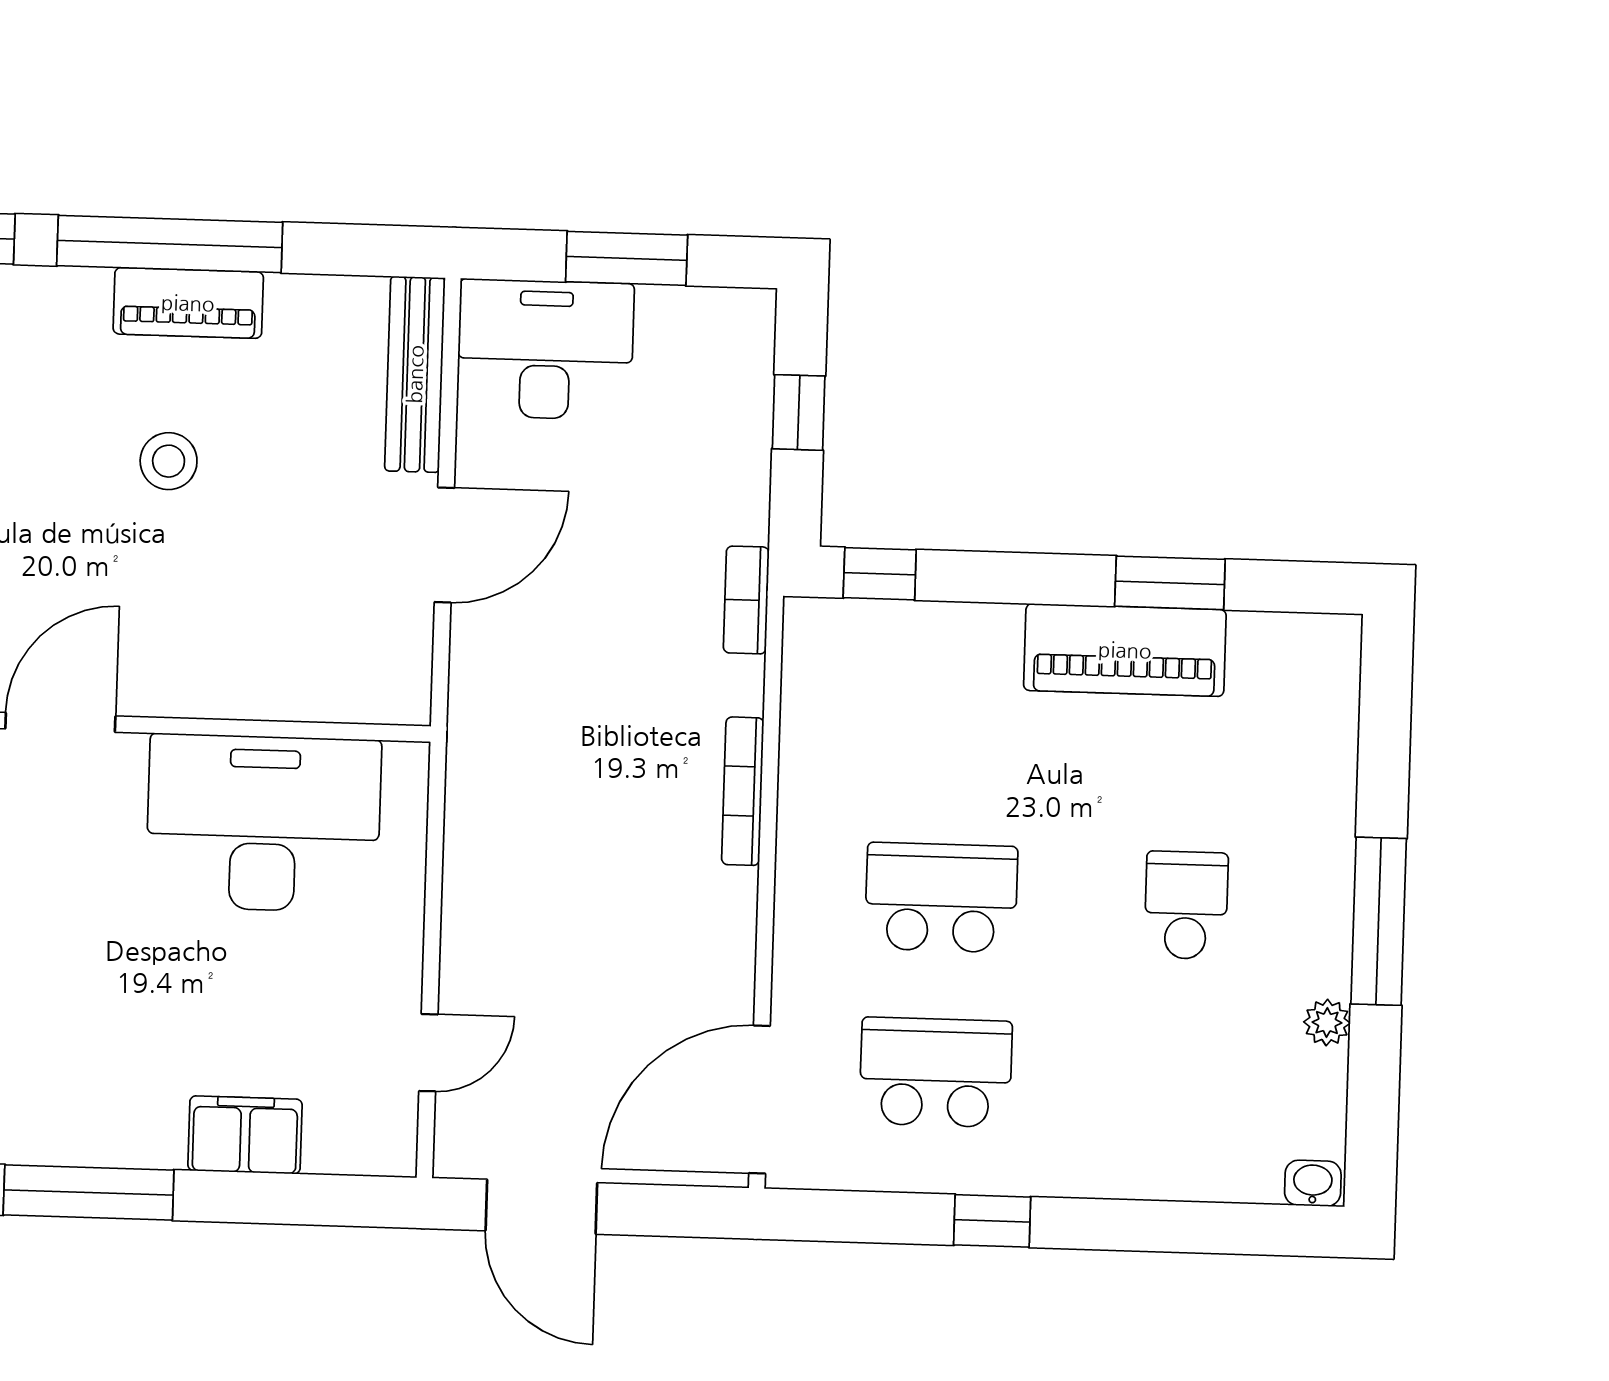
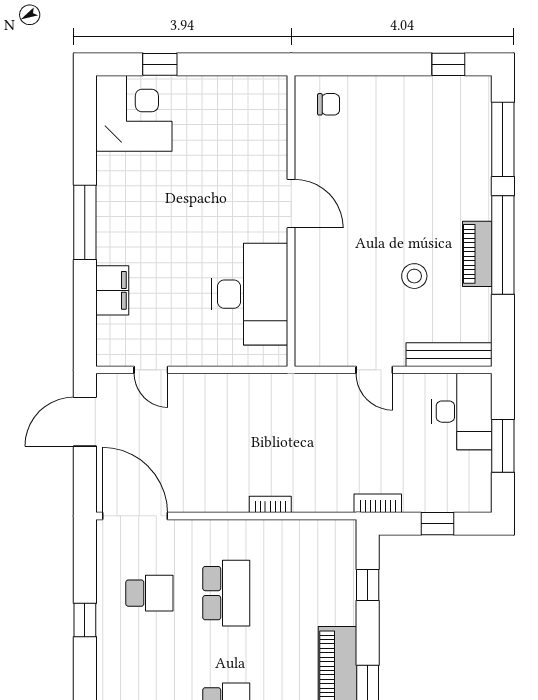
stool: (169, 461) -> (414, 276), moved
door: (444, 545) -> (374, 370), width x0.73
window: (880, 574) -> (368, 585), moved
bookcase: (746, 600) -> (378, 503), moved
bookcase: (743, 791) -> (270, 504), width x0.64
school desk: (936, 1072) -> (149, 593), width x0.54

